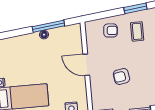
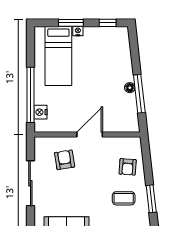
armchair: (121, 76) -> (65, 160), moved

